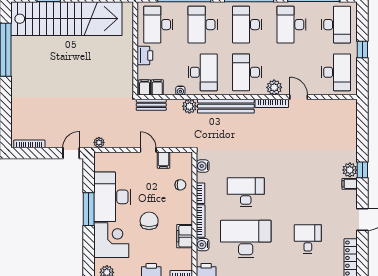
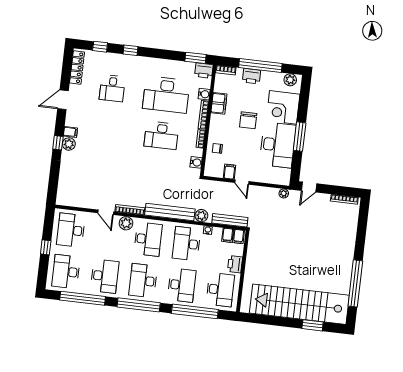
desk: (247, 25) -> (143, 281), turned 180
bench: (151, 105) -> (230, 220), width x1.36

